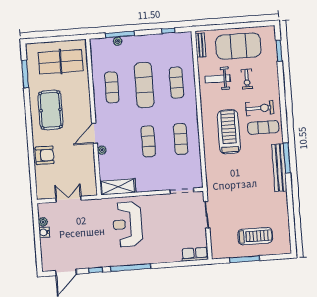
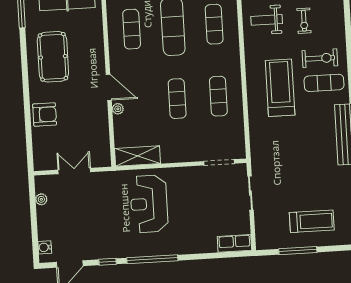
door: (95, 133) -> (109, 87), swing flipped
water cooler: (44, 232) -> (45, 247), moved

